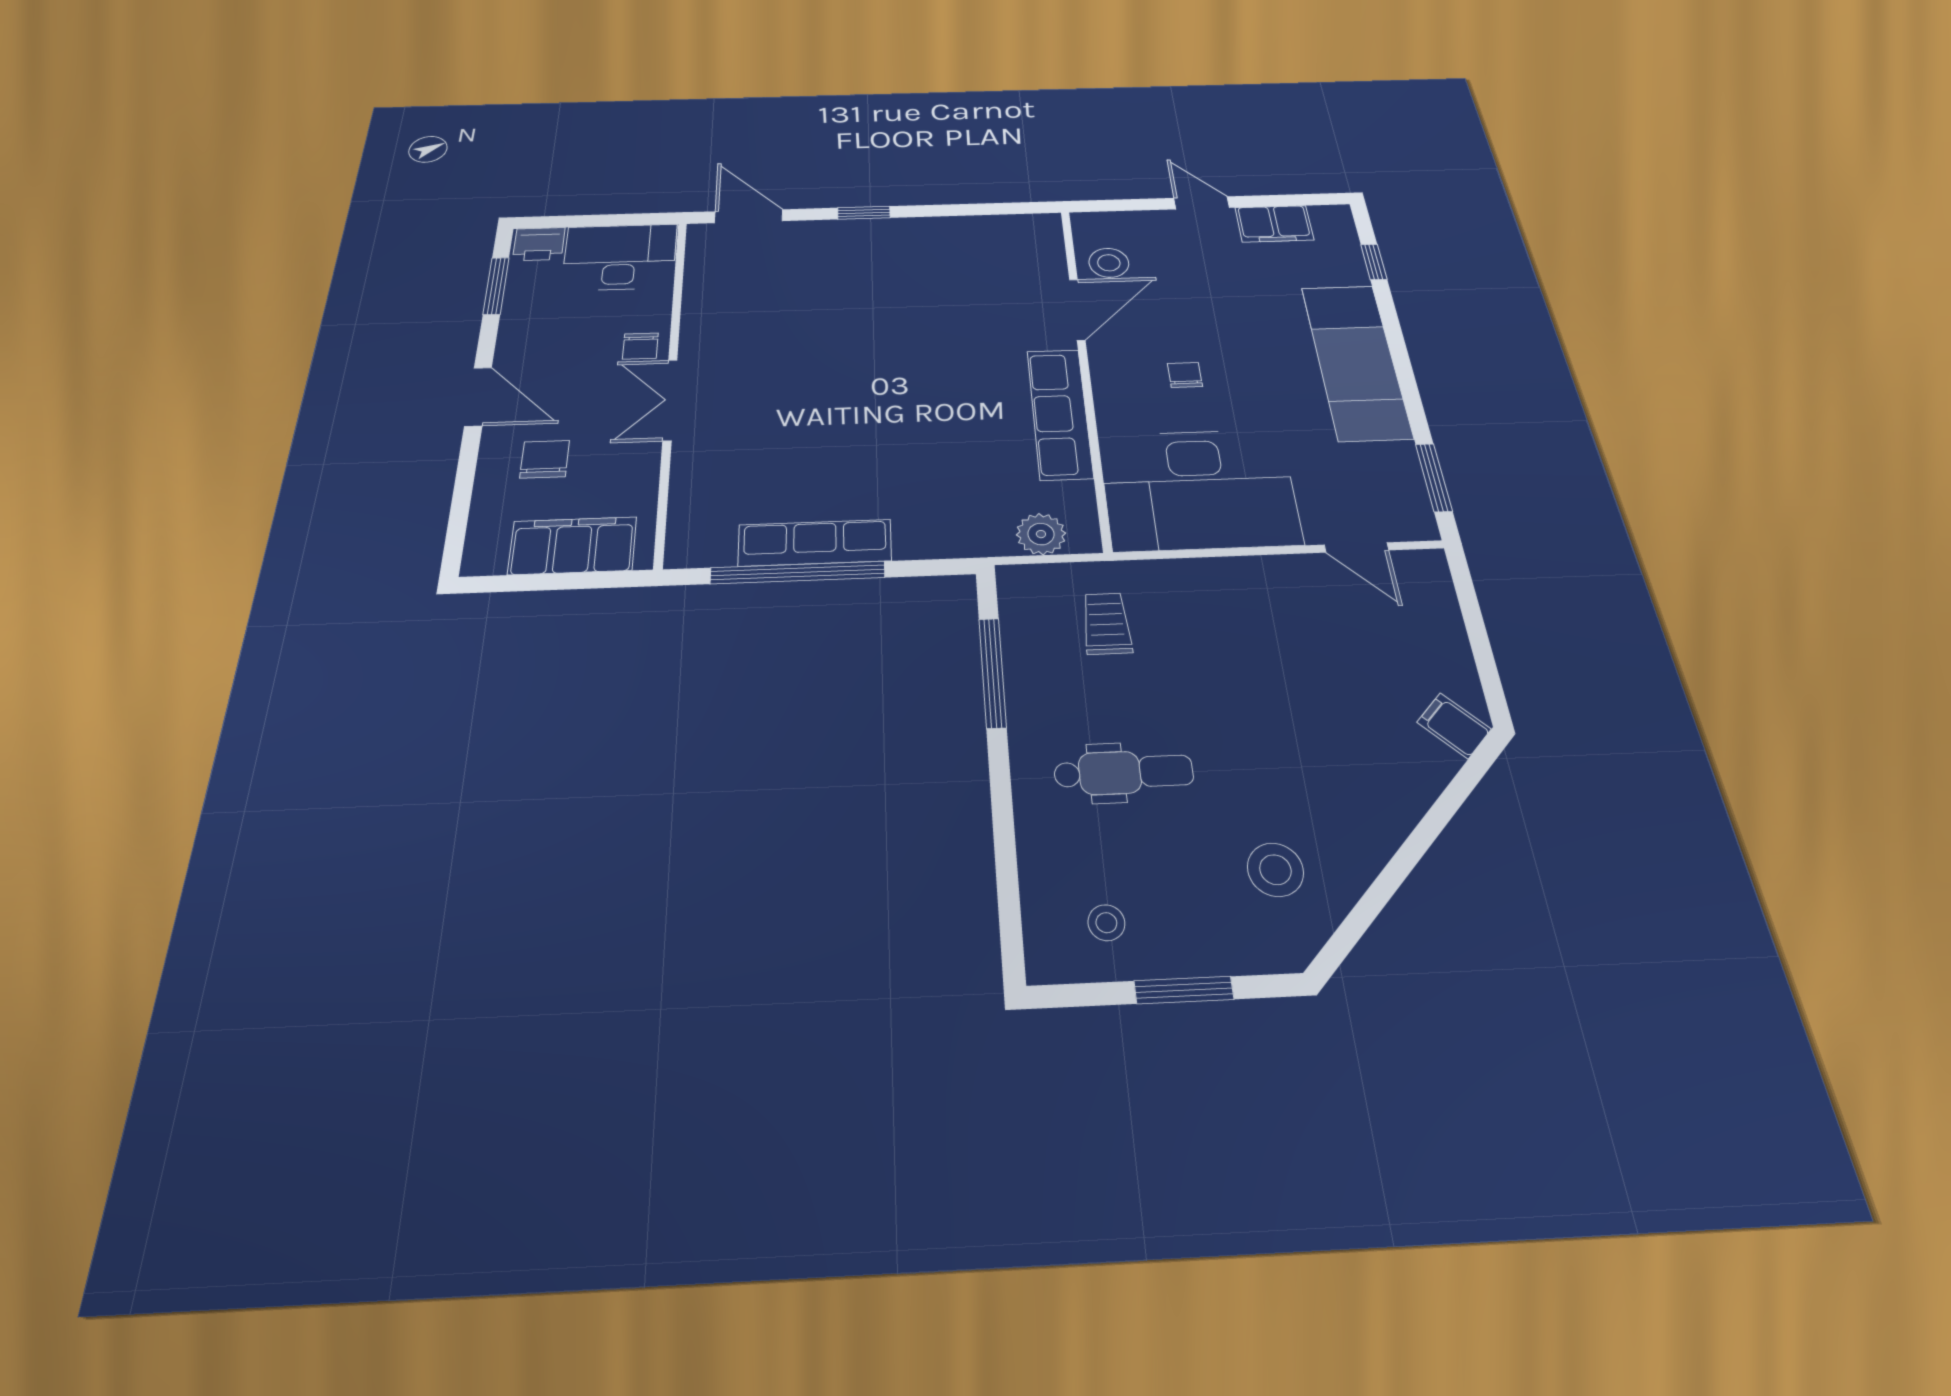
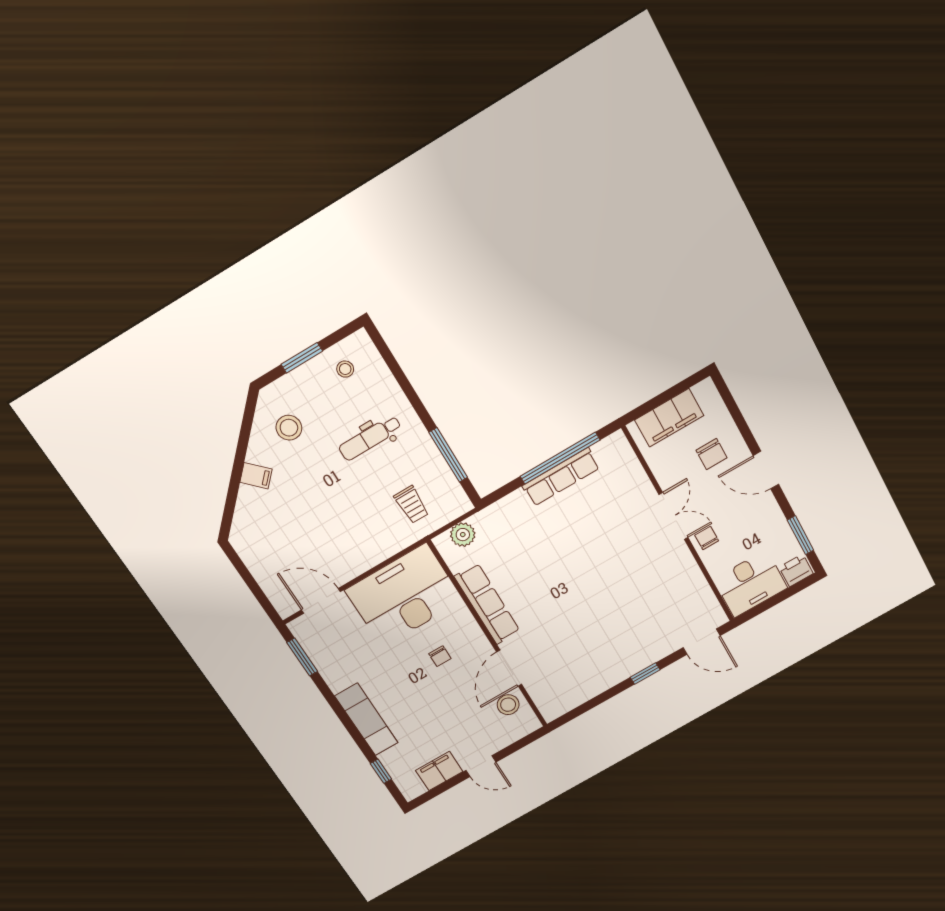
exam couch: (1356, 361) -> (366, 719), width x0.73, depth x0.69
door: (1356, 548) -> (321, 601), width x1.38
filing cabinet: (1454, 726) -> (256, 476), moved

